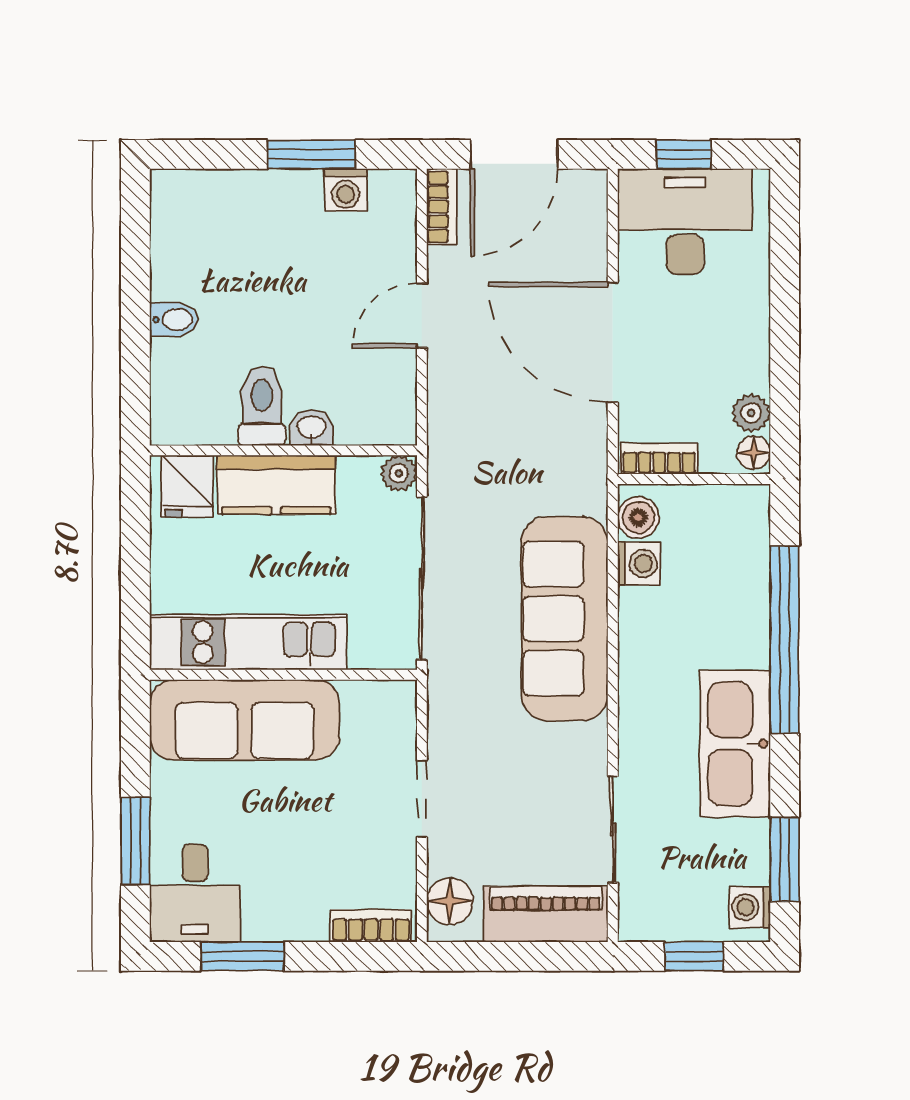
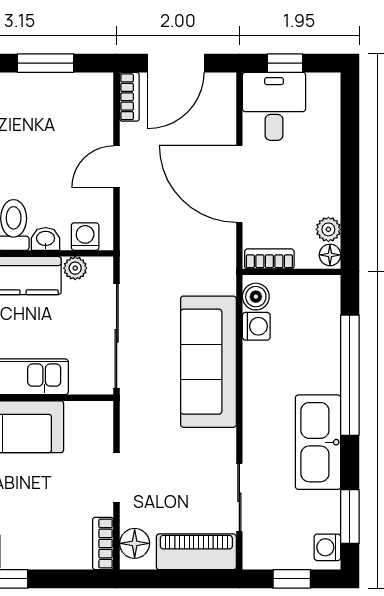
washing machine: (346, 190) -> (85, 237), moved, turned 180
desk: (685, 222) -> (274, 106), width x0.73
plant: (399, 473) -> (75, 268), moved
bookcase: (371, 926) -> (103, 543), moved, turned -90

